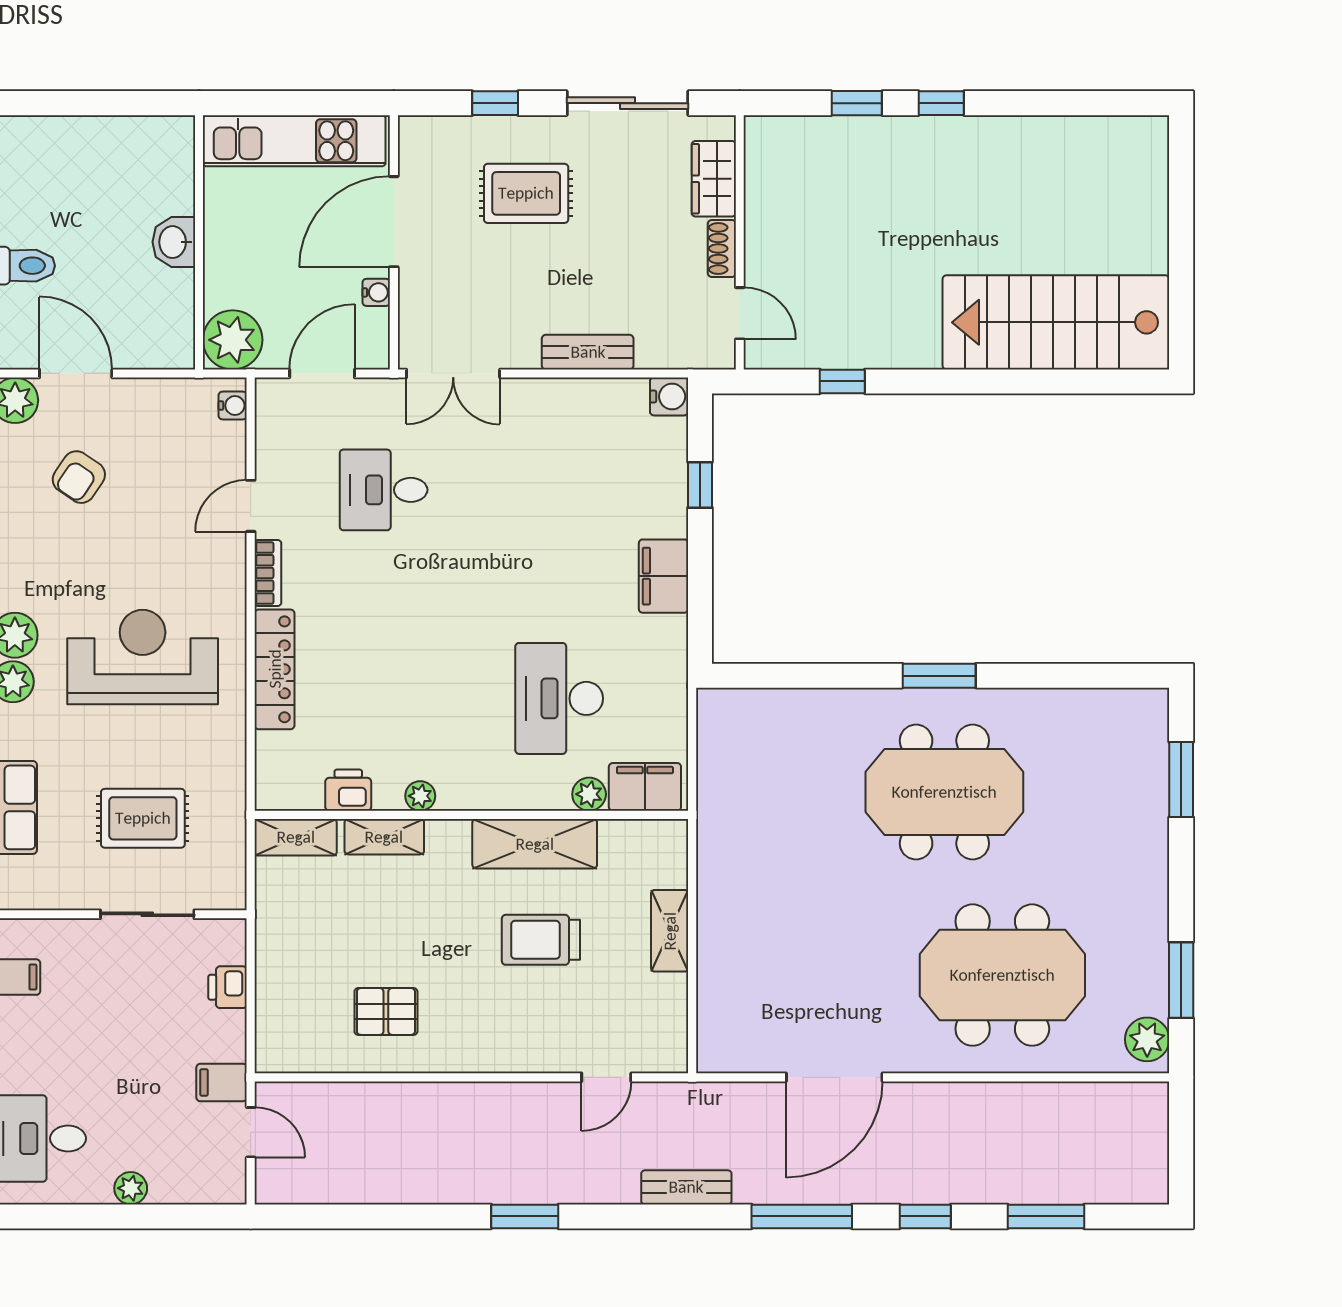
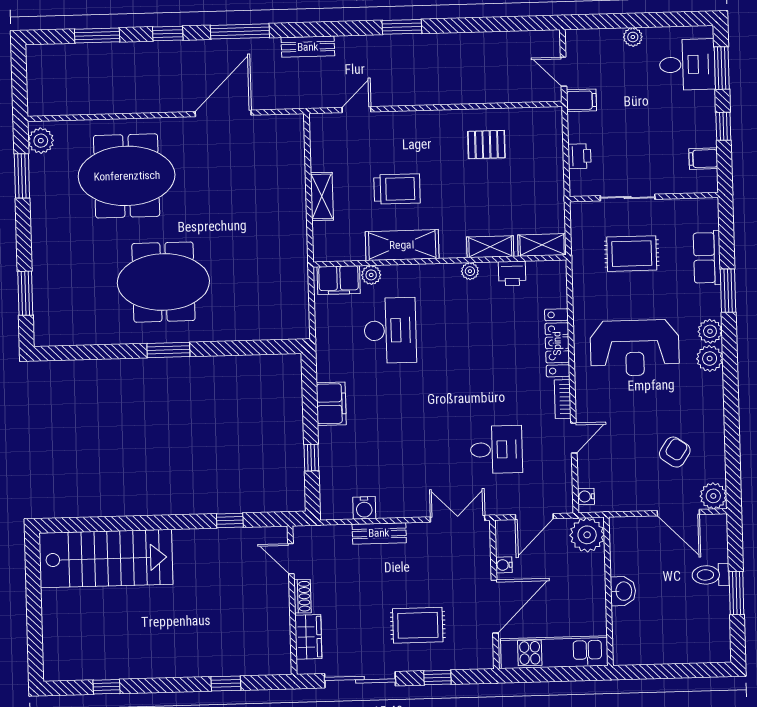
window: (941, 103) -> (106, 687), moved
water cooler: (669, 396) -> (364, 508), moved, turned -90

